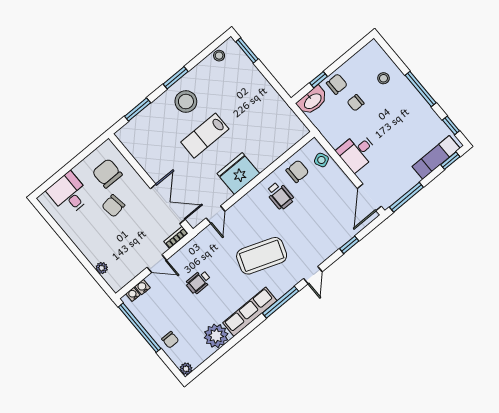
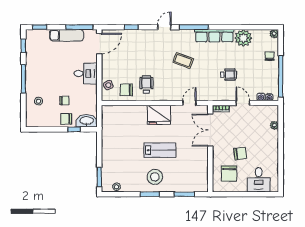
exam couch: (436, 157) -> (67, 35), moved
coffee table: (262, 256) -> (183, 60), width x0.54, depth x0.58

